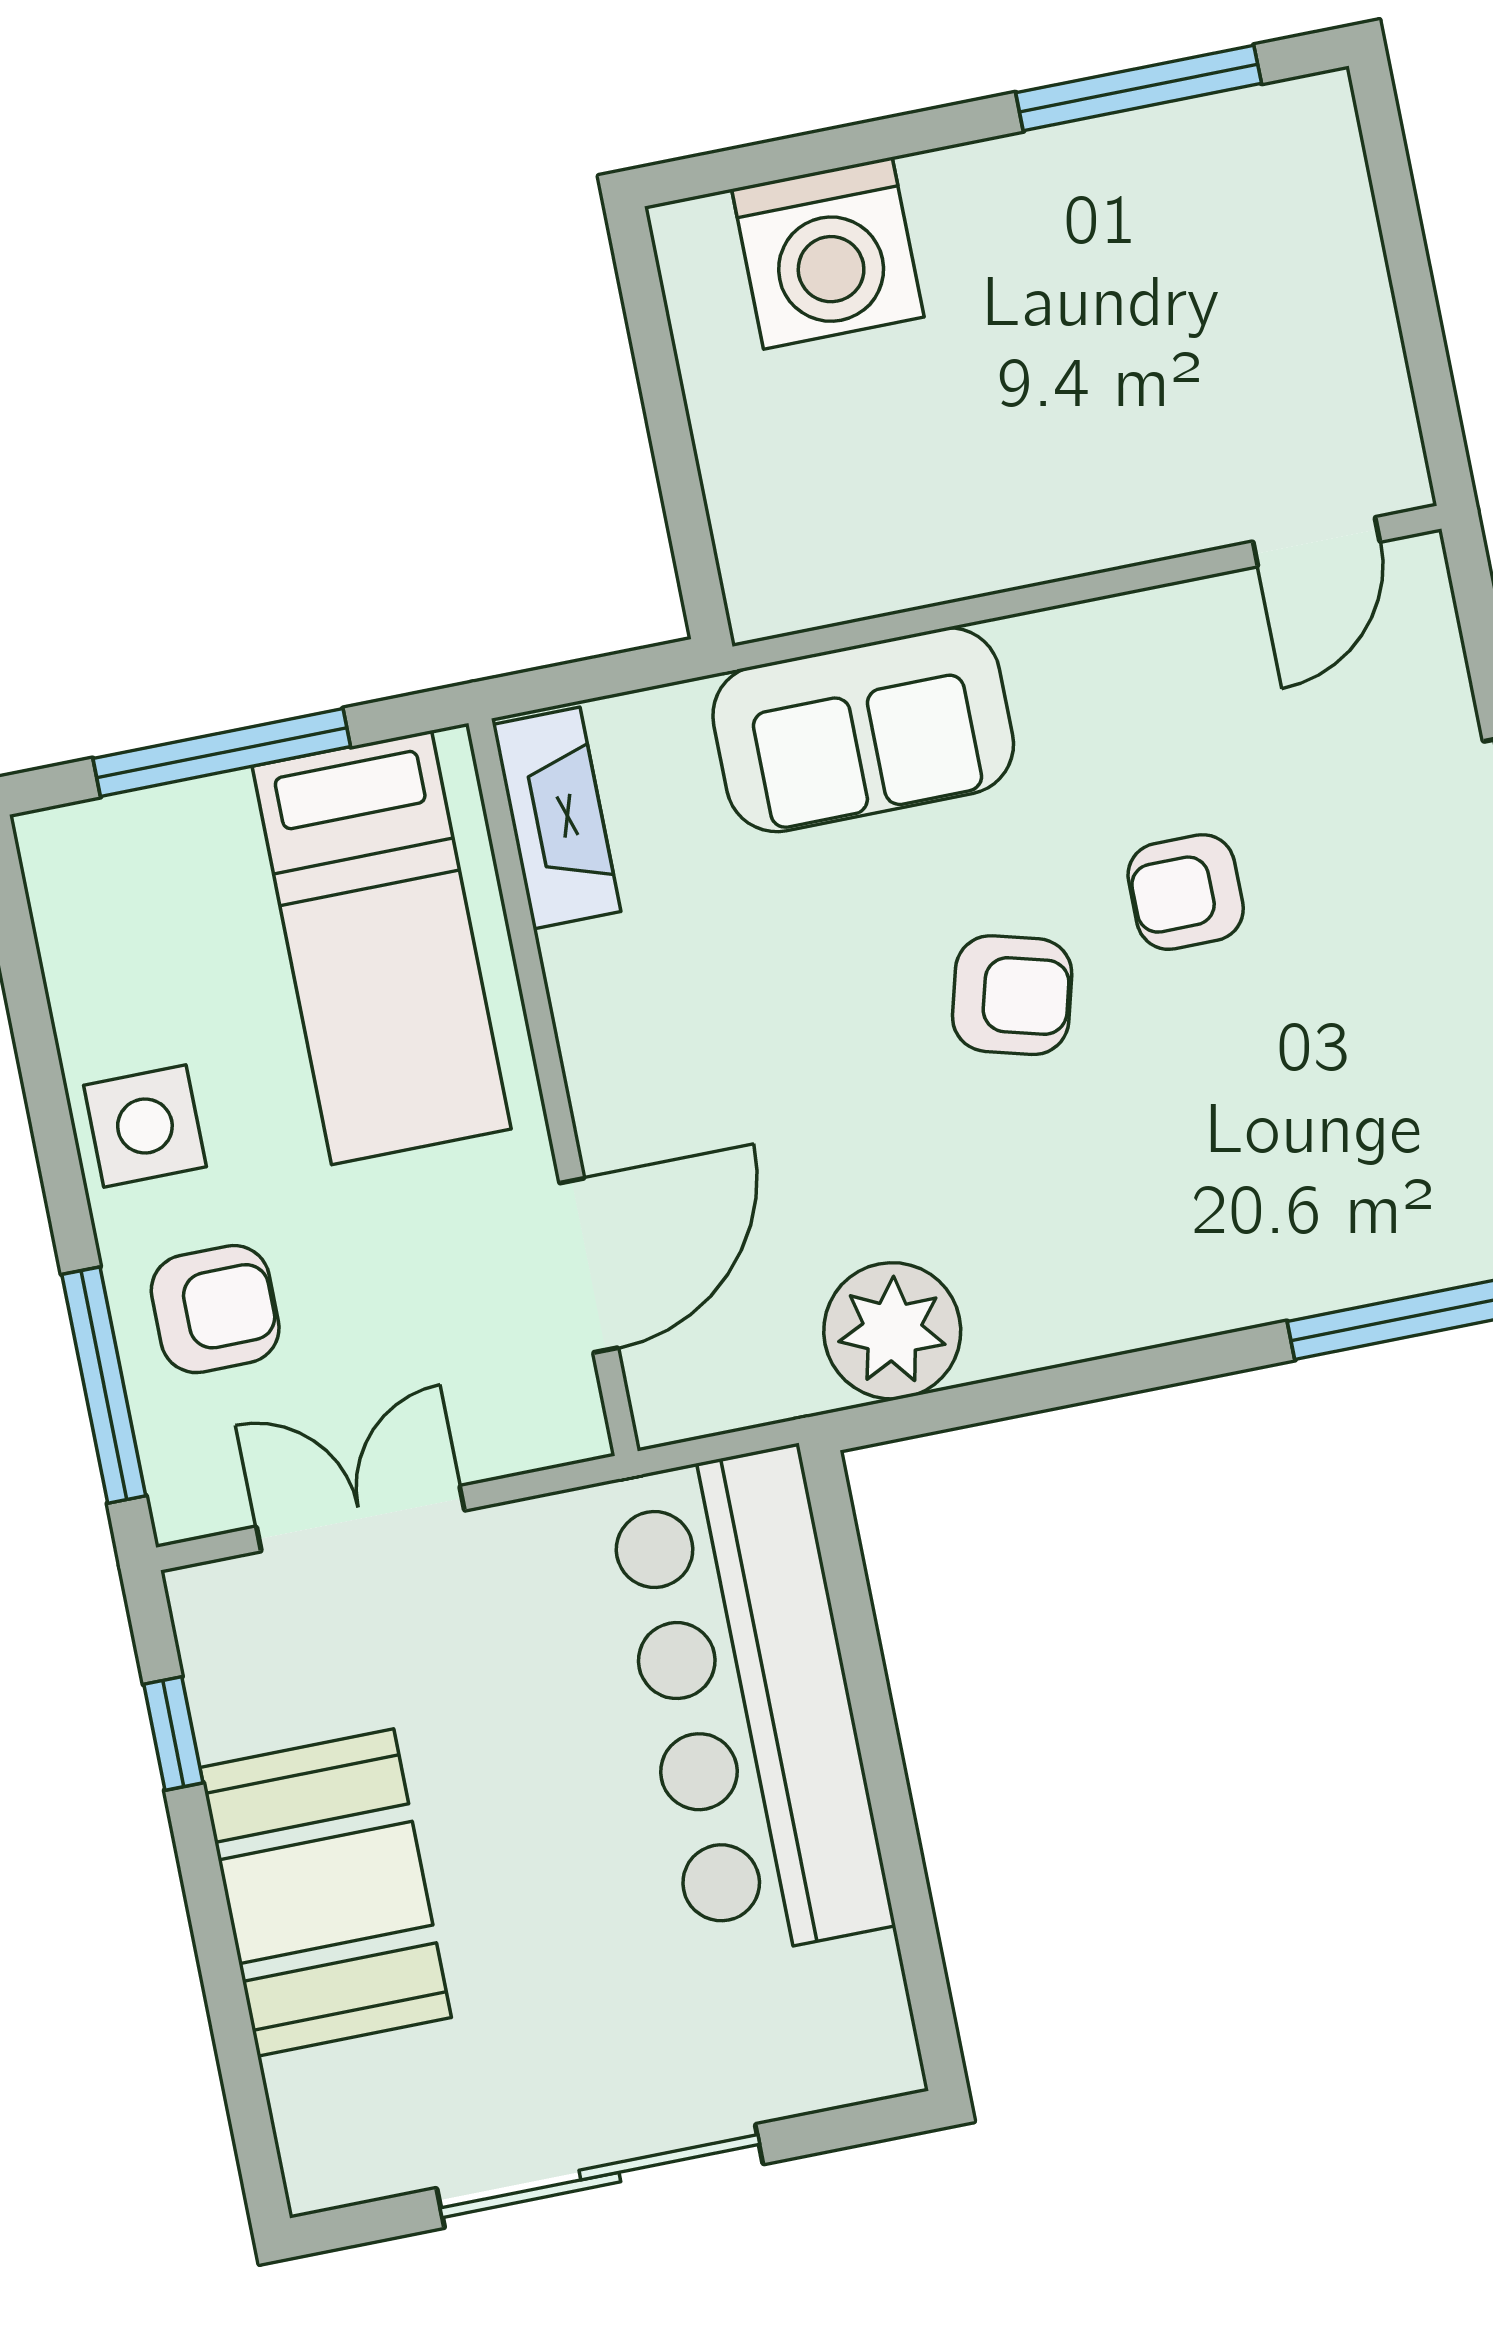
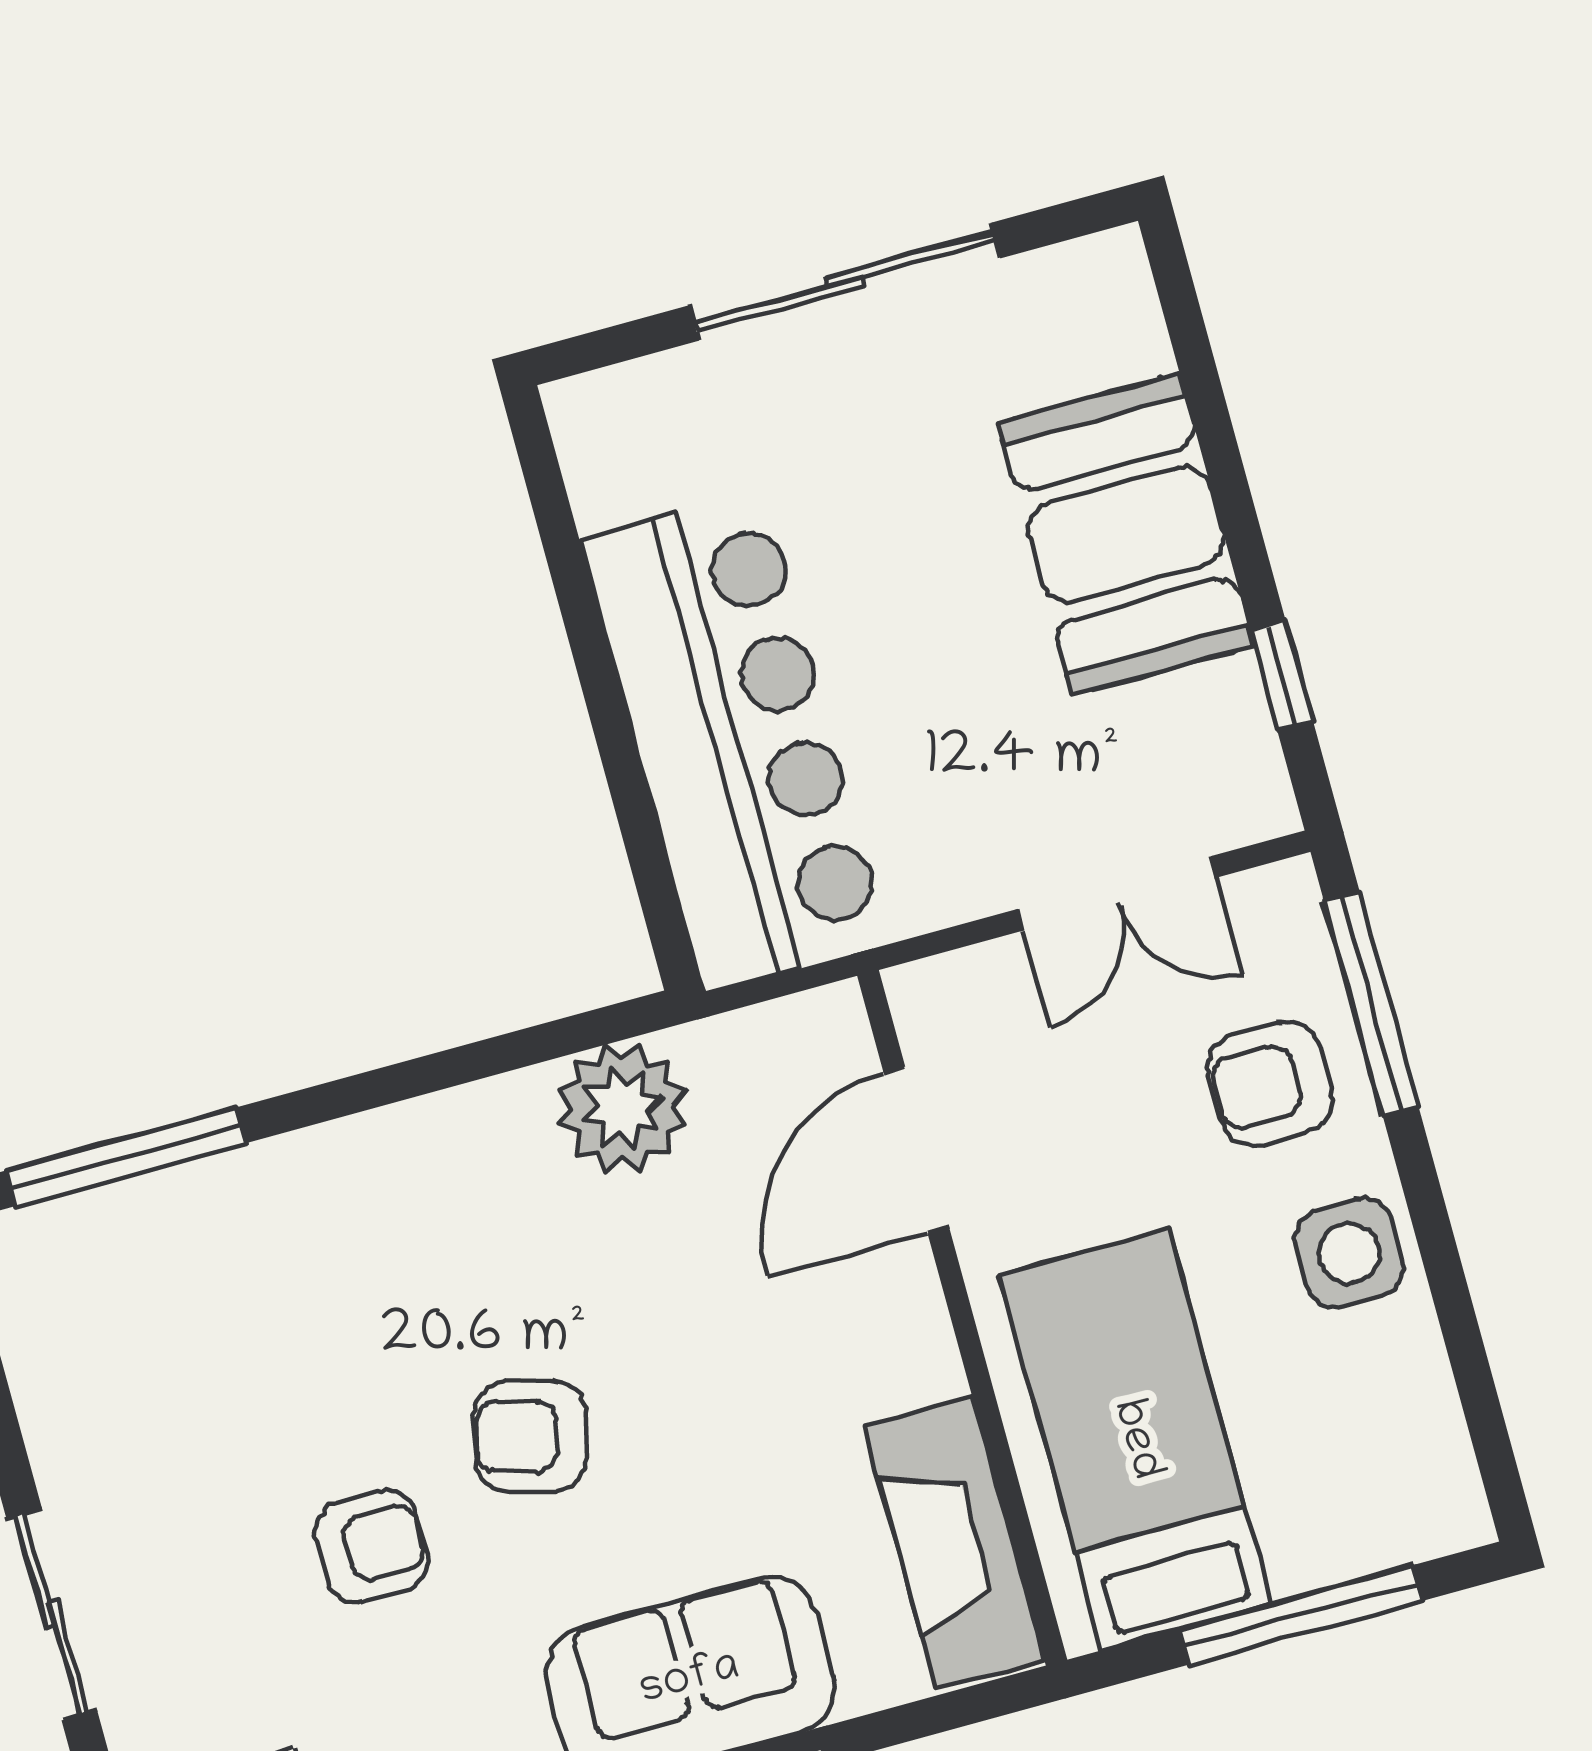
fireplace: (557, 818) -> (954, 1543), width x1.37, depth x1.32

